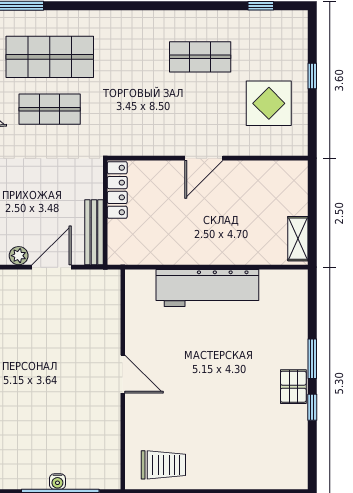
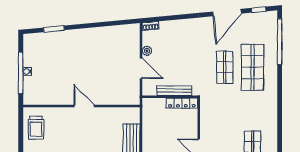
bench: (94, 232) -> (174, 91), moved
door: (123, 374) -> (84, 106), swing flipped

